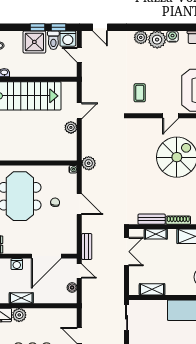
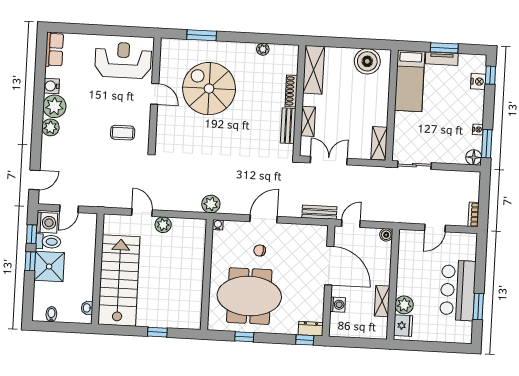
boiler: (72, 288) -> (386, 235), moved
shelving: (152, 289) -> (379, 143), moved

